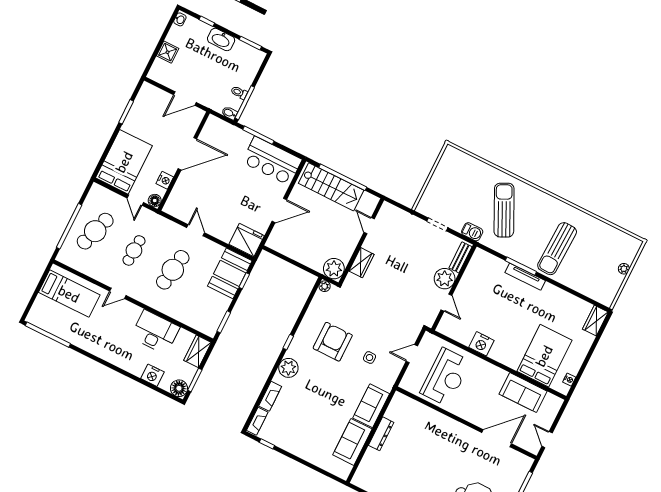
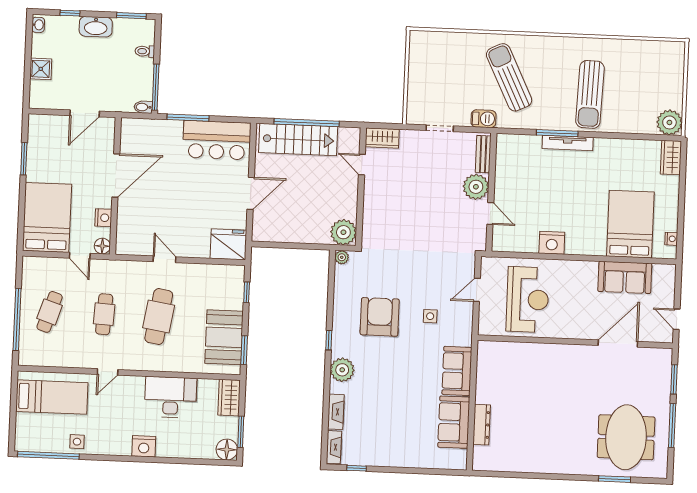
toilet: (239, 92) -> (145, 51), moved
cafe table: (95, 231) -> (50, 312), width x0.73, depth x0.74
wardrobe: (362, 263) -> (382, 138), moved, turned 90
plant: (624, 269) -> (669, 122), moved, width x1.88, depth x1.88
booth: (230, 273) -> (224, 337), moved
side table: (73, 334) -> (77, 442), added
nightstand: (152, 375) -> (144, 446), moved
dresser: (381, 434) -> (482, 425), moved

